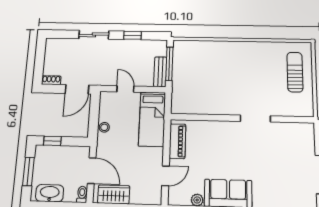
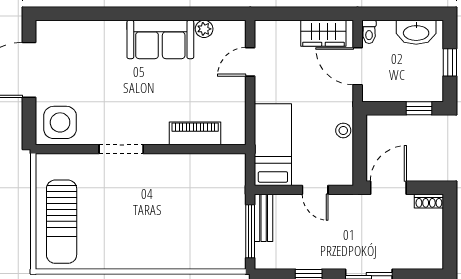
sun lounger: (295, 72) -> (62, 222), width x1.36, depth x1.34
side table: (298, 137) -> (60, 122), added
piano: (177, 141) -> (195, 133), moved, turned 90
window: (28, 172) -> (450, 62), width x0.67

